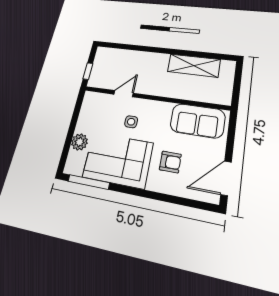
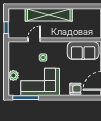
shelving: (194, 66) -> (49, 15), moved, width x1.47
armchair: (170, 162) -> (75, 89), moved

